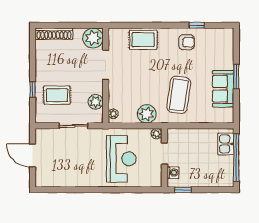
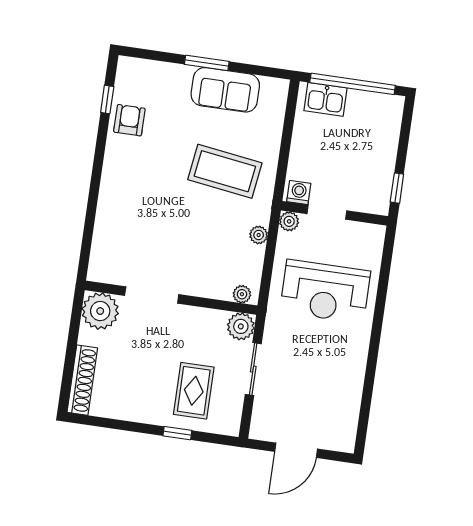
window: (197, 25) -> (107, 100), moved
rug: (143, 40) -> (116, 221), removed
armchair: (187, 42) -> (129, 120), moved
plant: (96, 102) -> (241, 326), moved
plant: (147, 114) -> (259, 235), width x0.53, depth x0.53
reception desk: (121, 159) -> (325, 291), turned 180
washing machine: (173, 173) -> (299, 193), moved

